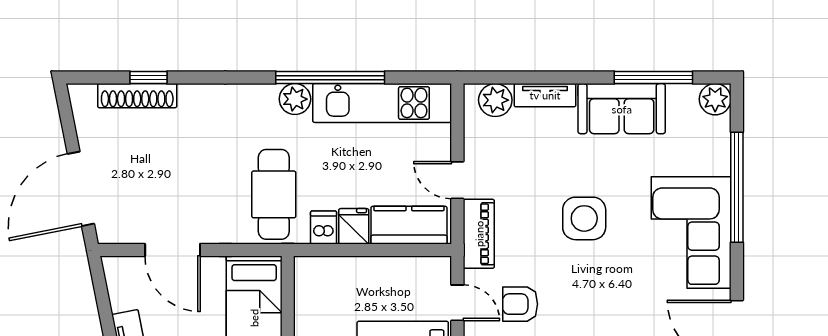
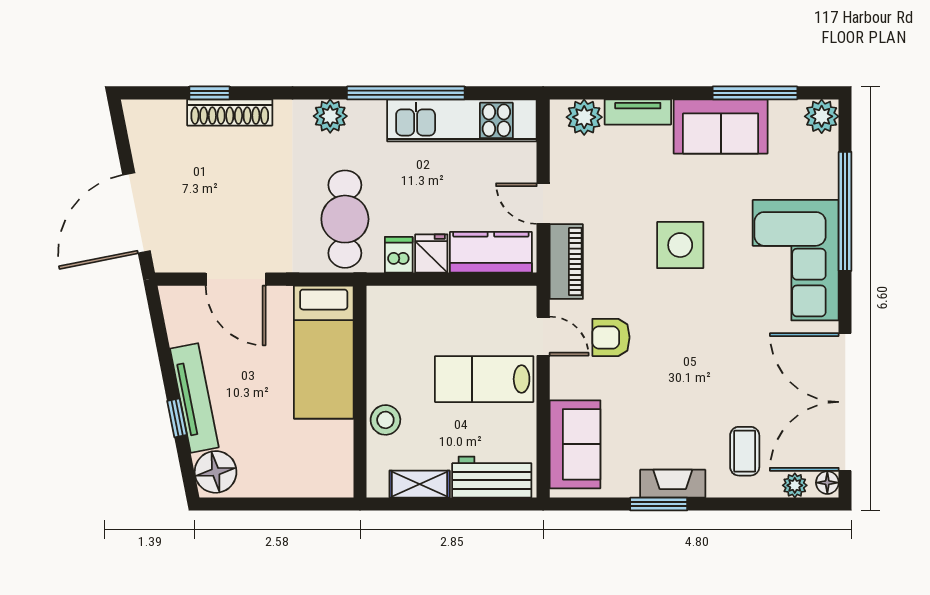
shoe rack: (137, 96) -> (230, 112), moved
plant: (295, 99) -> (330, 116), moved

